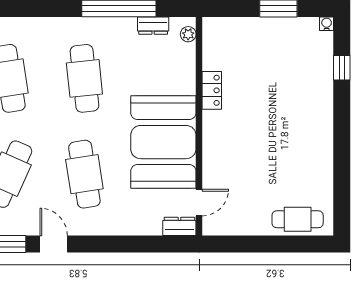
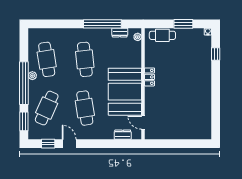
locker: (212, 90) -> (150, 77), moved
door: (199, 203) -> (143, 122), swing flipped
cafe table: (298, 219) -> (162, 35), moved
dresser: (179, 226) -> (123, 135), moved

